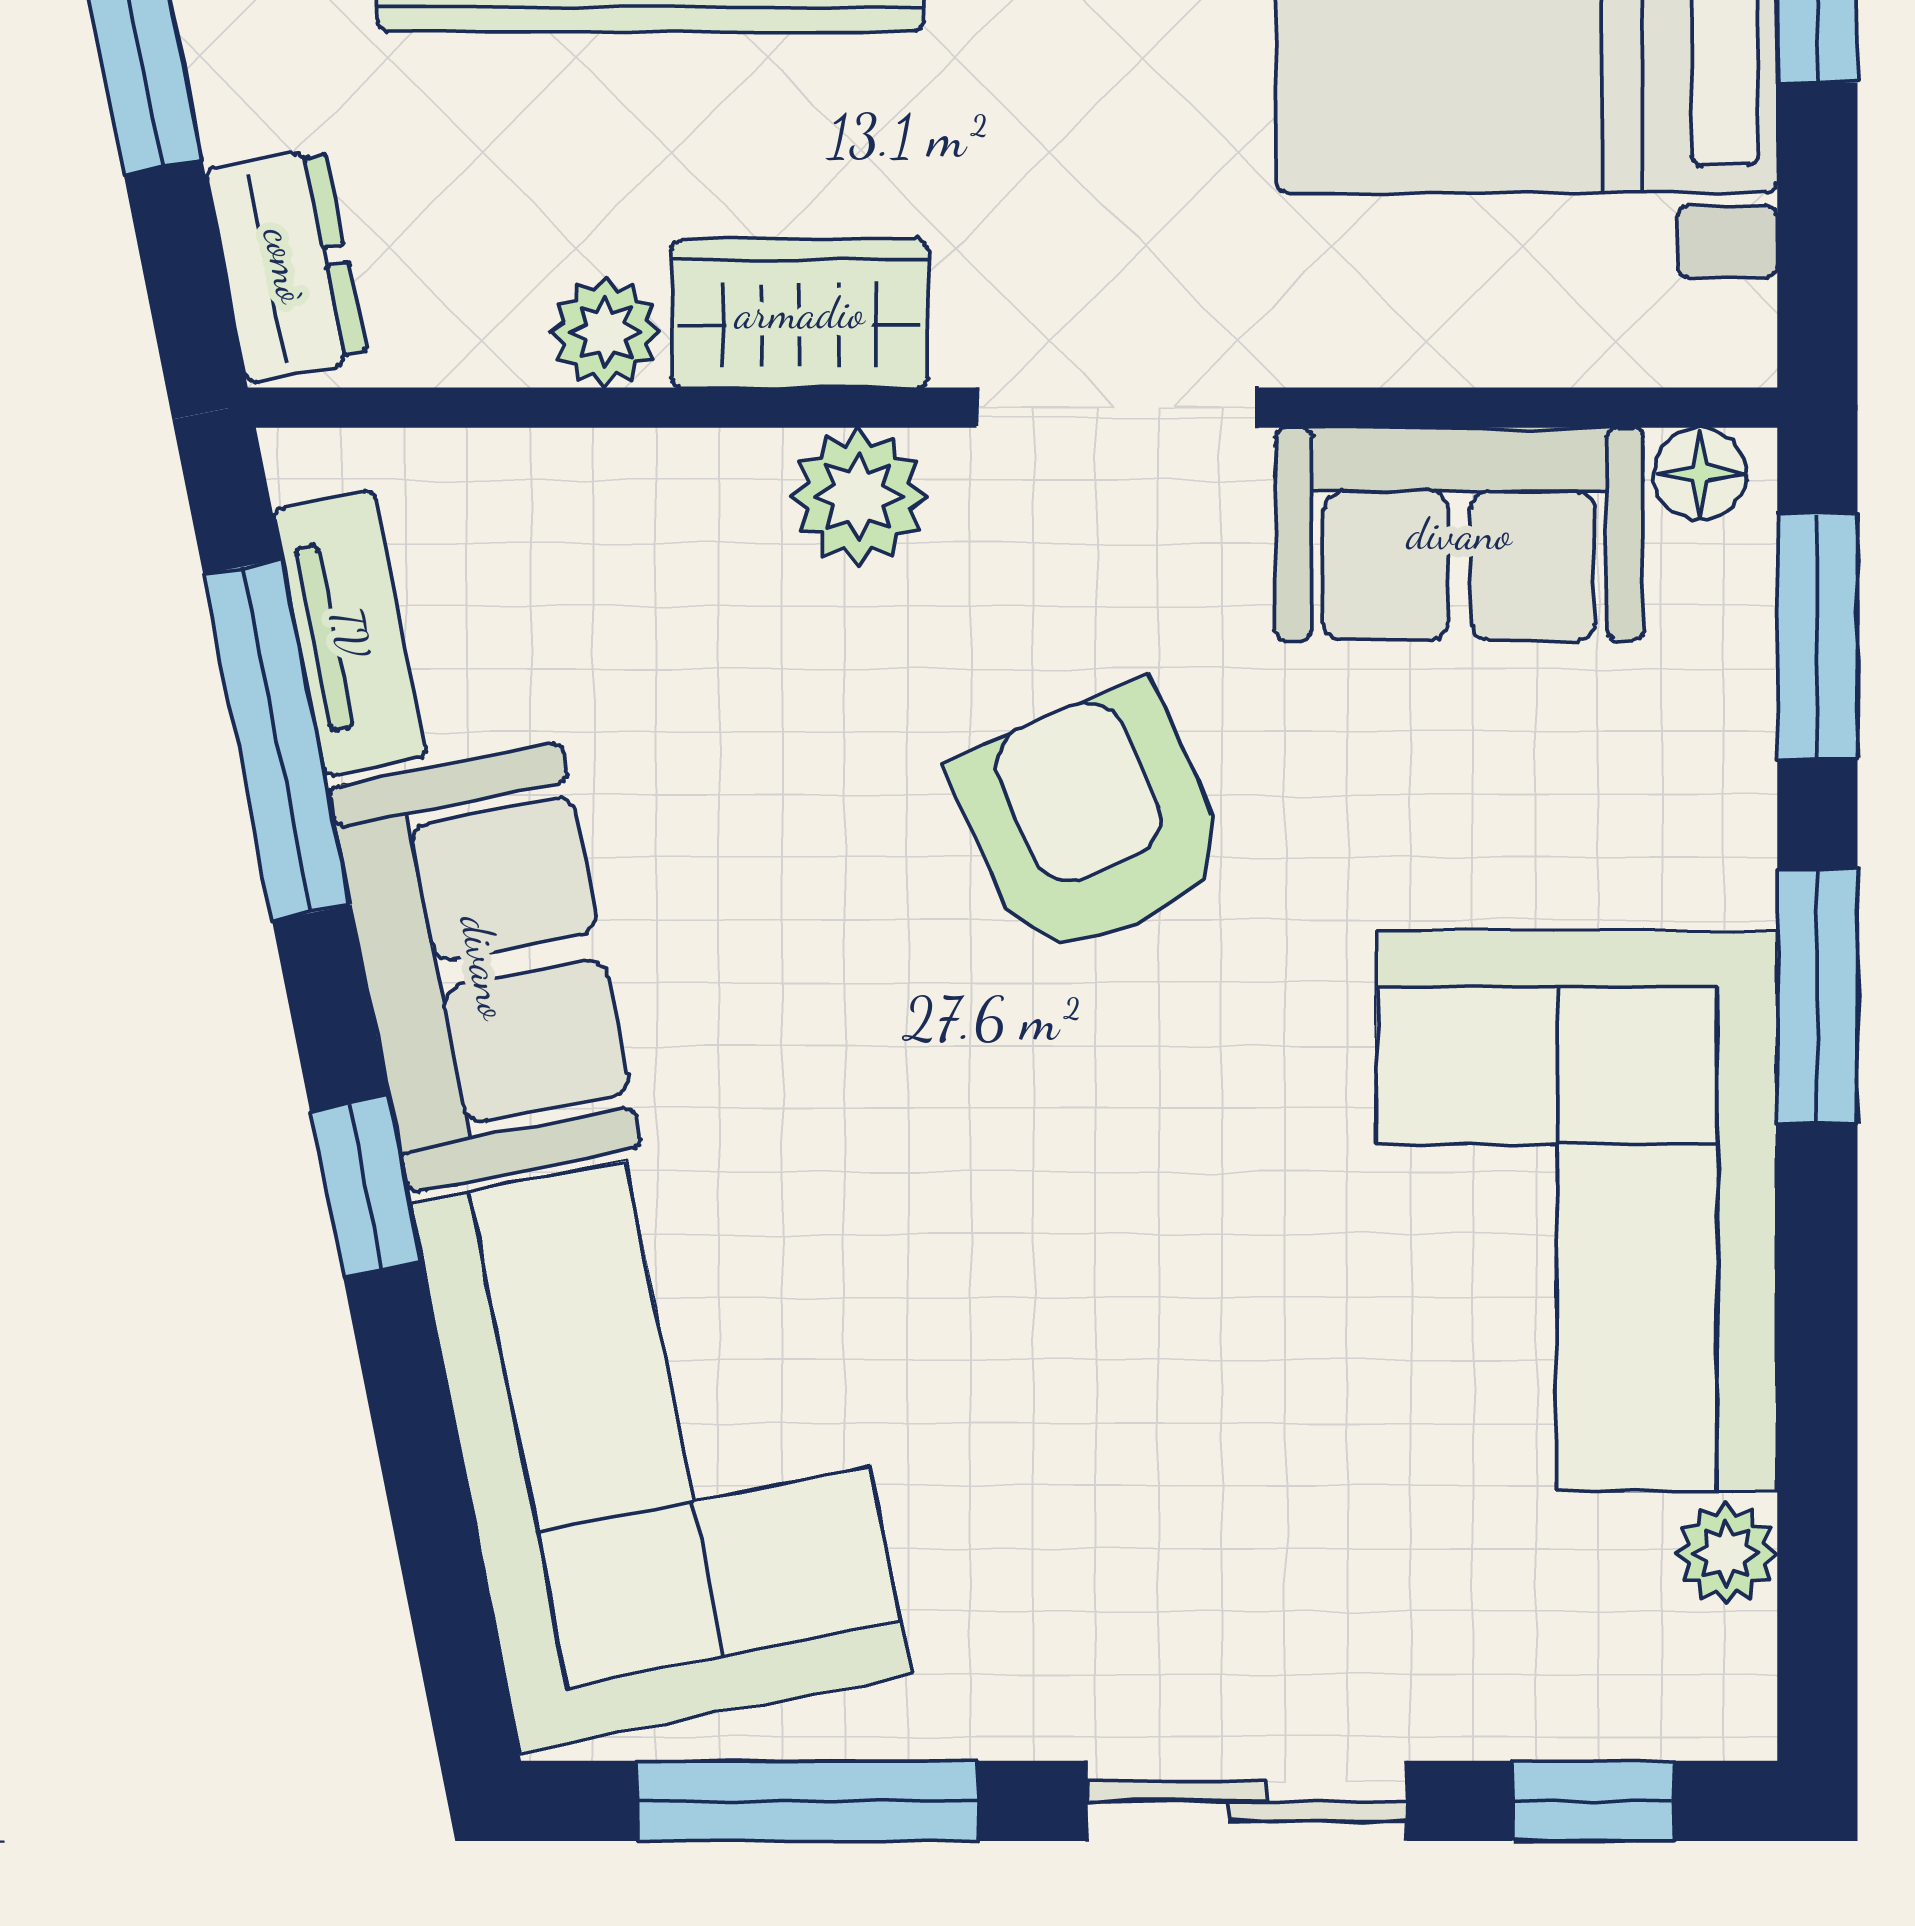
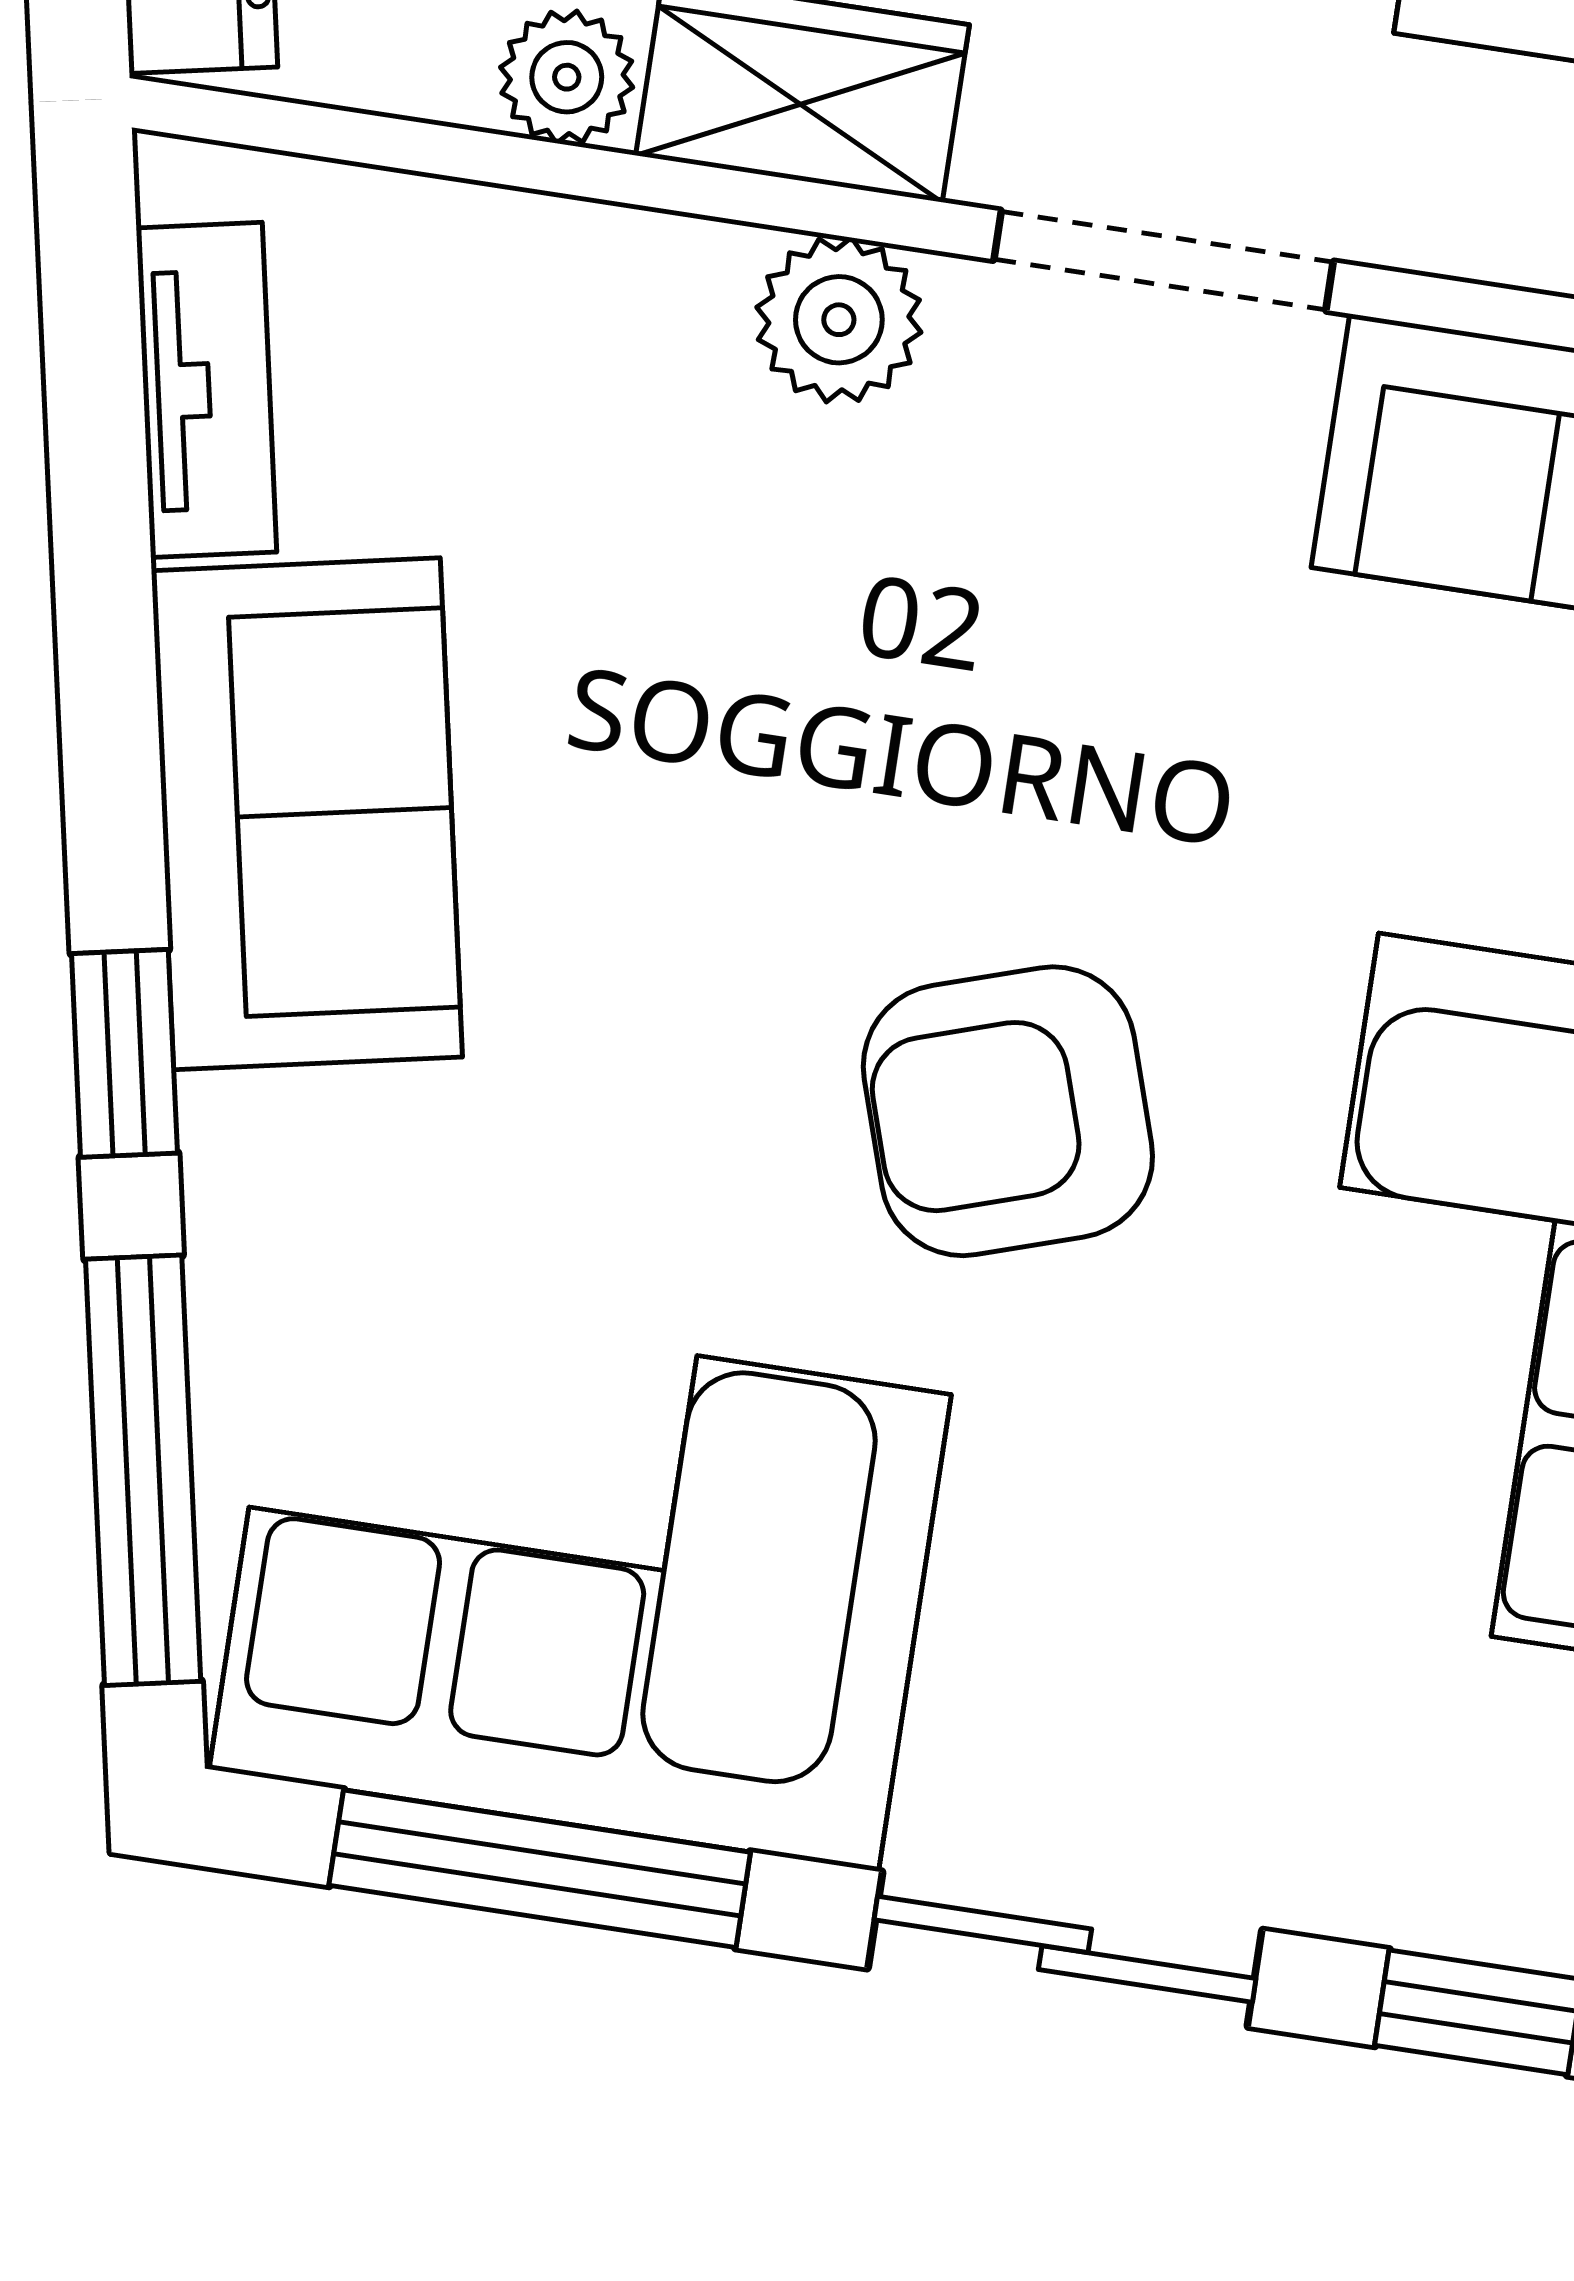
window: (277, 740) -> (143, 1470), moved
armchair: (1091, 821) -> (1008, 1111), moved, turned -84
corner sofa: (661, 1440) -> (580, 1582), moved, turned -79

